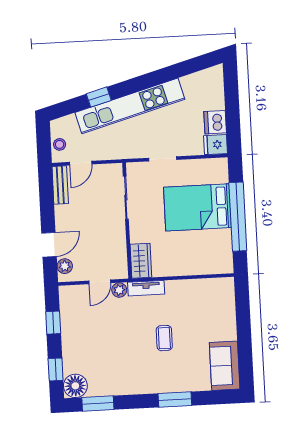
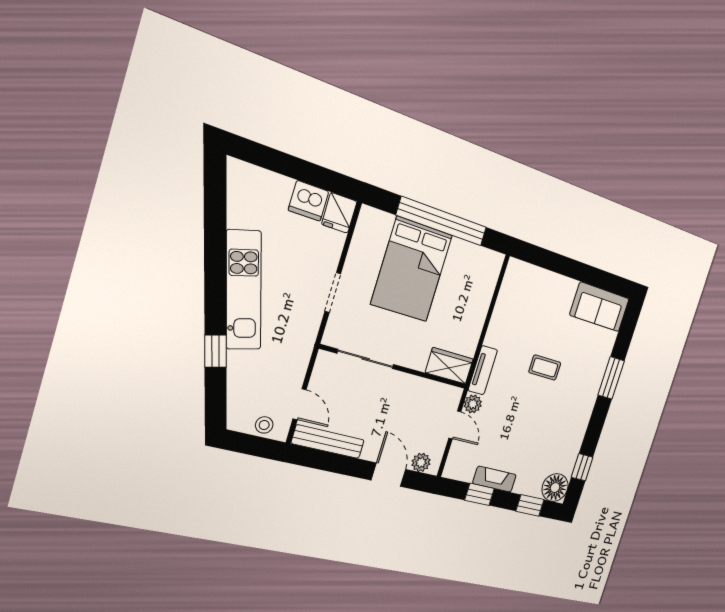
kitchen unit: (130, 106) -> (244, 290), width x0.73
bench: (60, 185) -> (328, 442), width x1.36
fireplace: (68, 330) -> (494, 479), added
window: (98, 404) -> (582, 467), width x0.67

